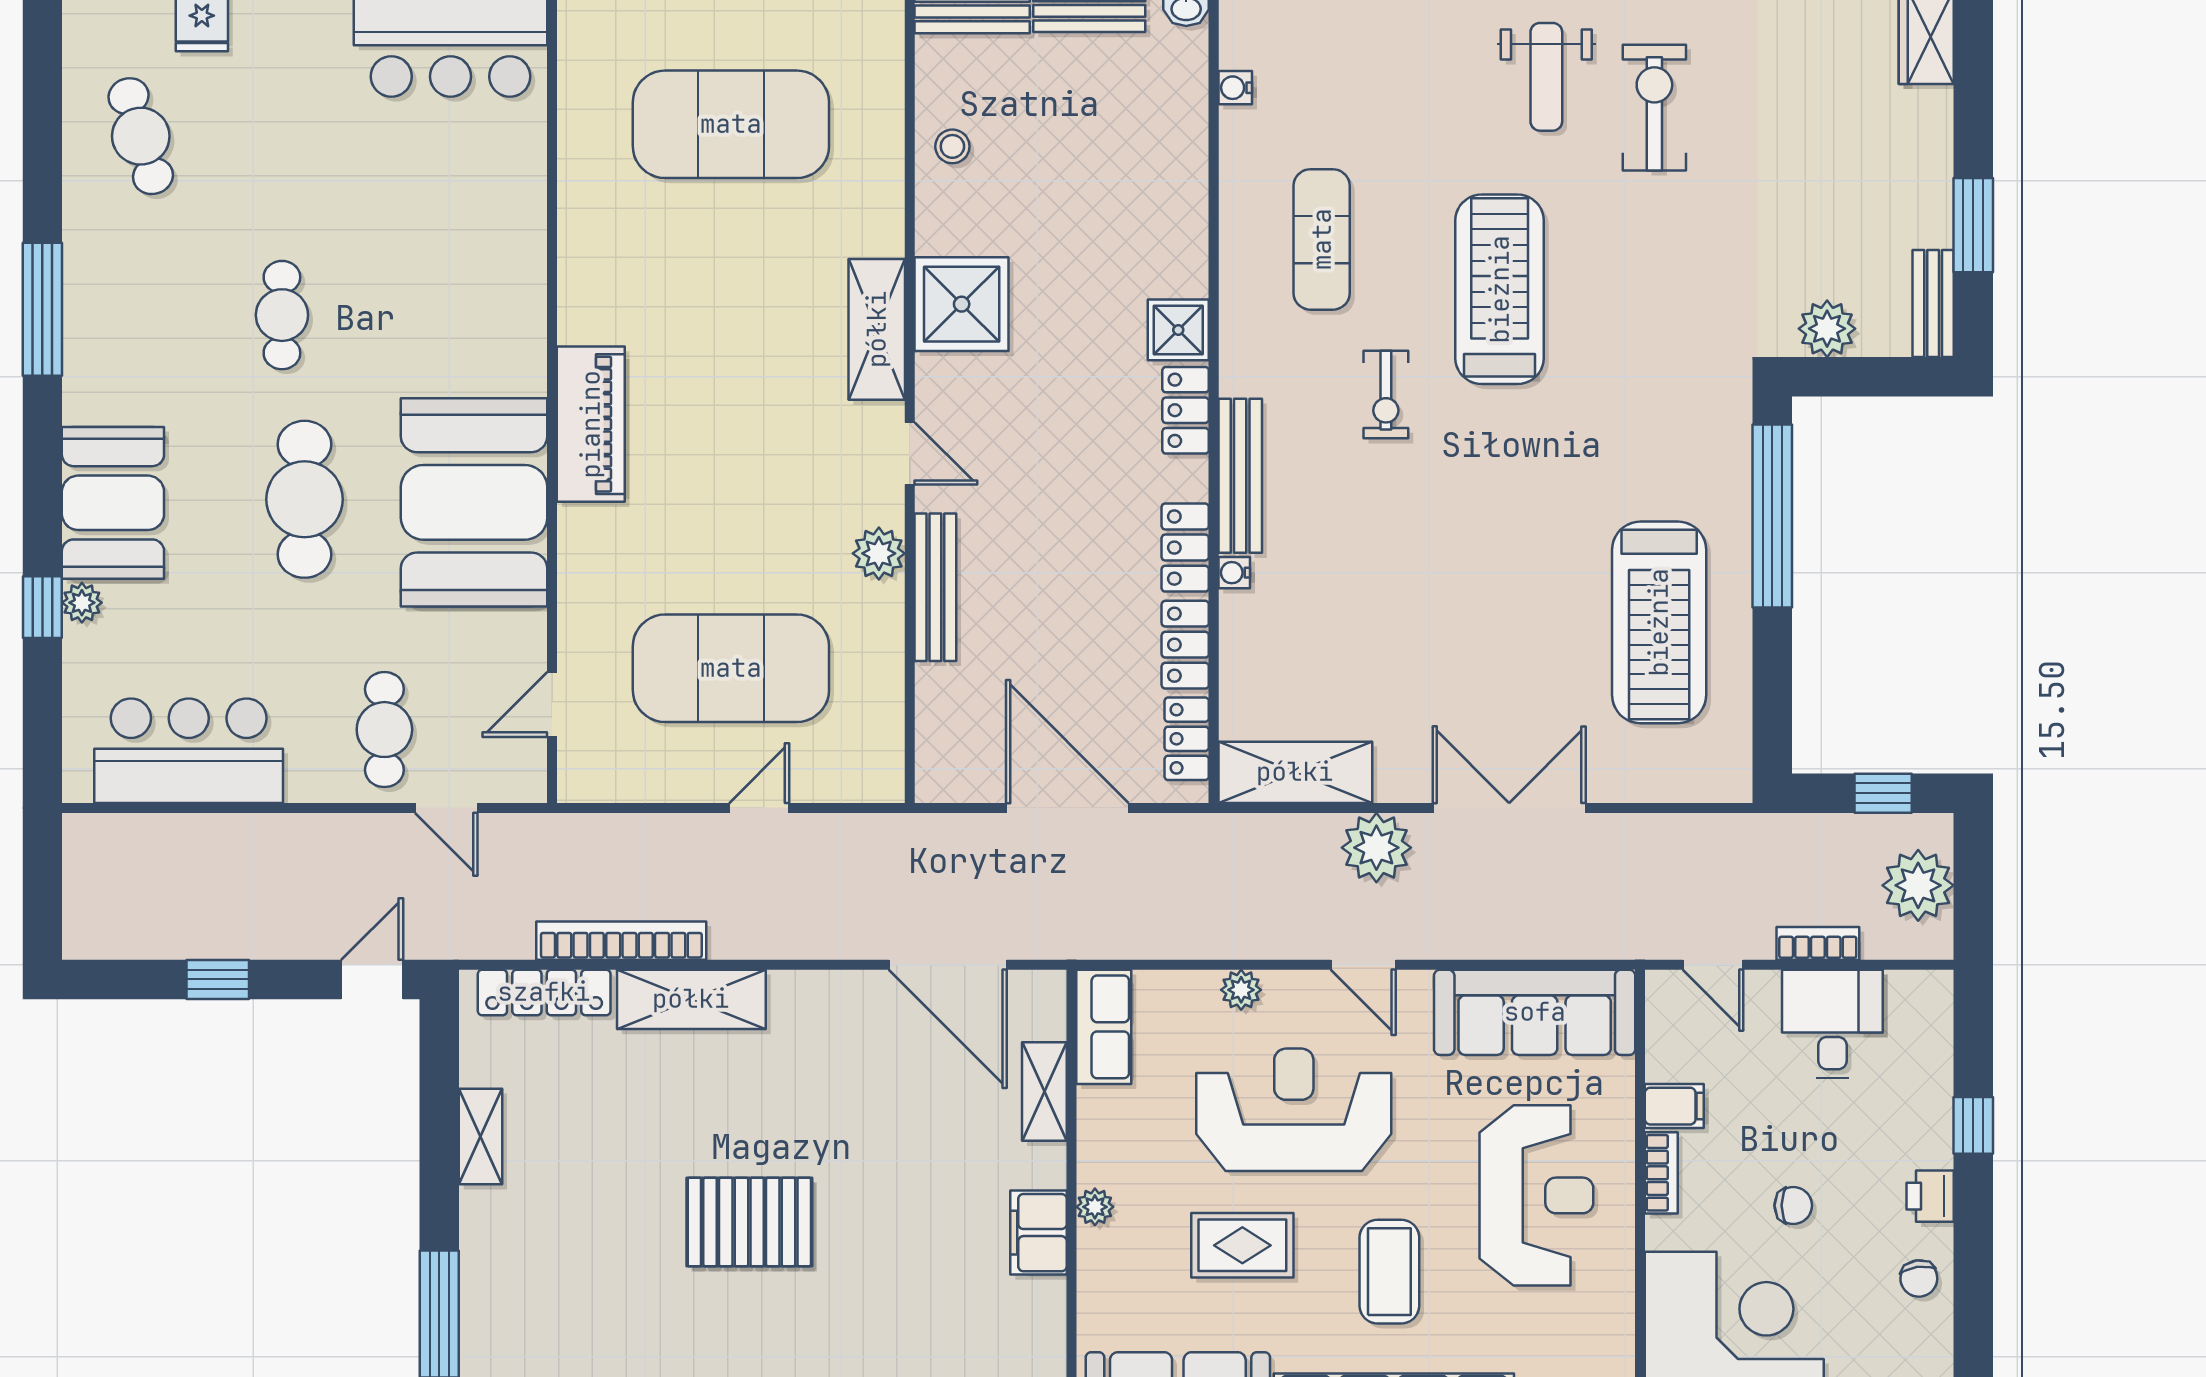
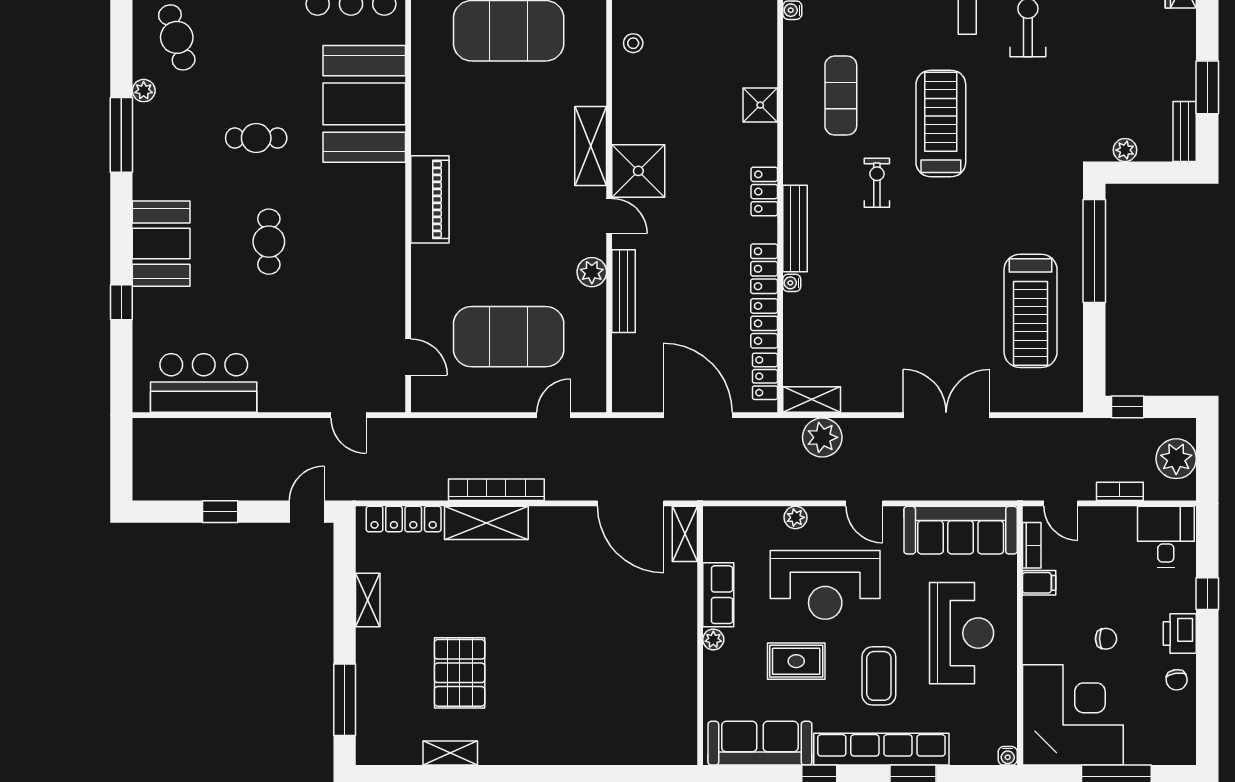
shower: (962, 304) -> (638, 171), moved
cafe table: (282, 315) -> (256, 138), turned 90
plant: (1827, 329) -> (1125, 150), width x0.73, depth x0.73
shower: (1178, 330) -> (760, 105), moved
exercise bike: (1386, 395) -> (877, 183), turned 180
cafe table: (304, 499) -> (269, 242), width x0.73, depth x0.74
booth: (474, 502) -> (364, 104), moved
plant: (82, 603) -> (144, 91), moved
door: (552, 705) -> (408, 357), swing flipped
cafe table: (384, 730) -> (314, 371), removed
shelving: (1295, 772) -> (812, 399), width x0.67, depth x0.75
window: (1883, 793) -> (1128, 407), moved
door: (759, 808) -> (554, 415), moved
plant: (1376, 848) -> (822, 437), moved
bookcase: (621, 941) -> (496, 490), moved
desk: (1832, 1024) -> (1166, 537), moved
row of seats: (1104, 1027) -> (718, 595), moved
shelving: (1044, 1091) -> (685, 534), moved
reception desk: (1294, 1110) -> (825, 585), turned 180
bookcase: (1661, 1173) -> (1032, 545), moved
printer: (1930, 1196) -> (1180, 633), width x1.36, depth x1.24
pallet: (749, 1222) -> (460, 673), moved, turned 90
filing cabinet: (1039, 1233) -> (682, 654), removed

